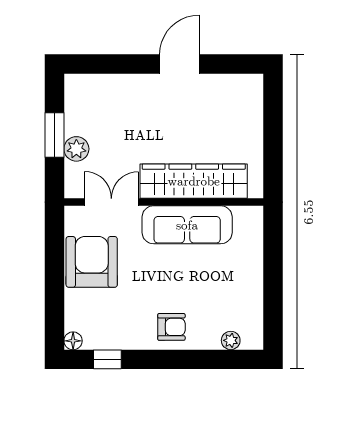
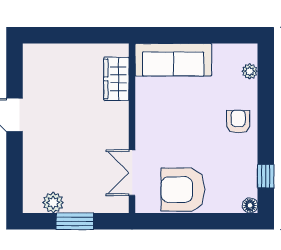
plant: (76, 149) -> (53, 203), moved
wardrobe: (194, 181) -> (116, 79), width x0.48, depth x0.85
sofa: (187, 225) -> (173, 60), moved, turned 90

